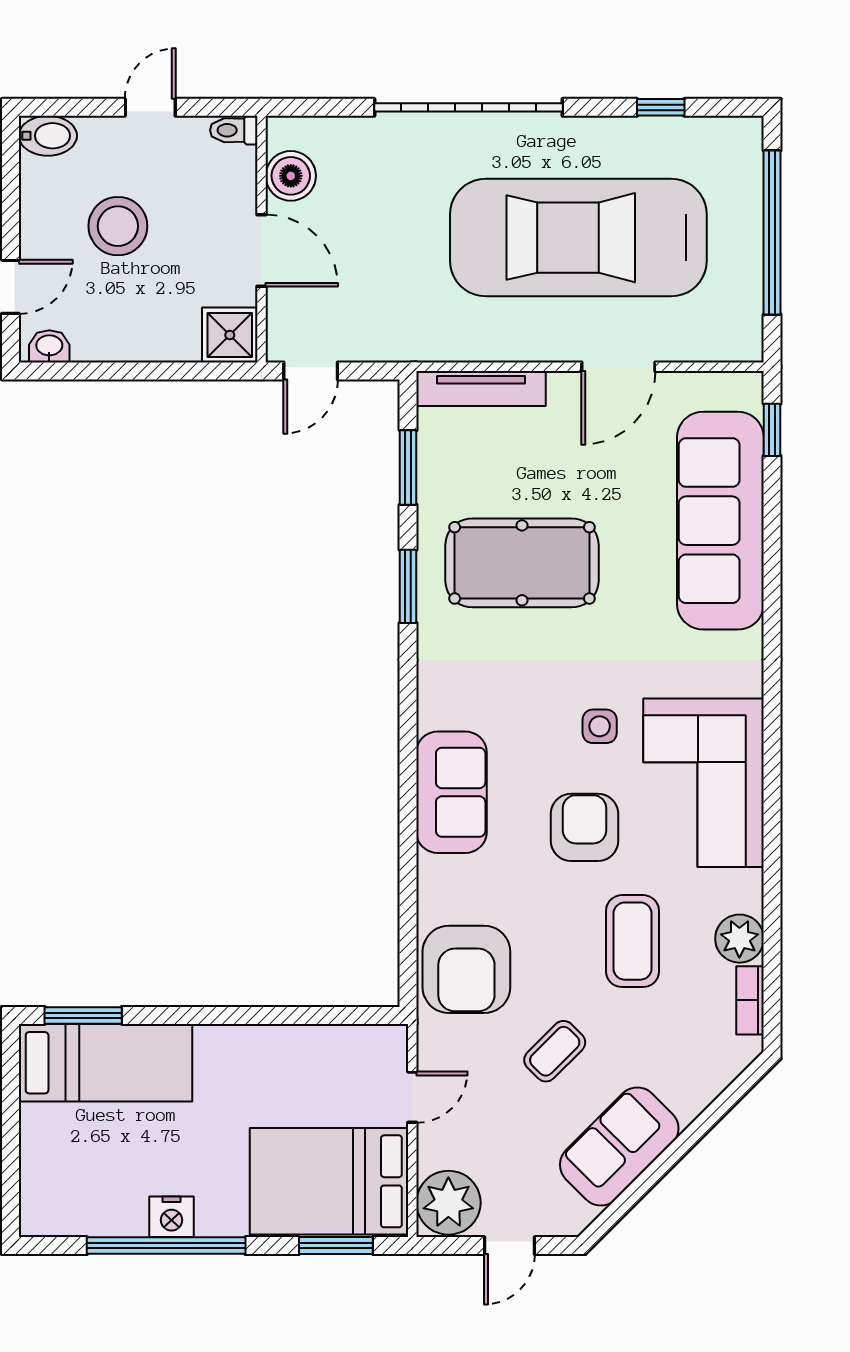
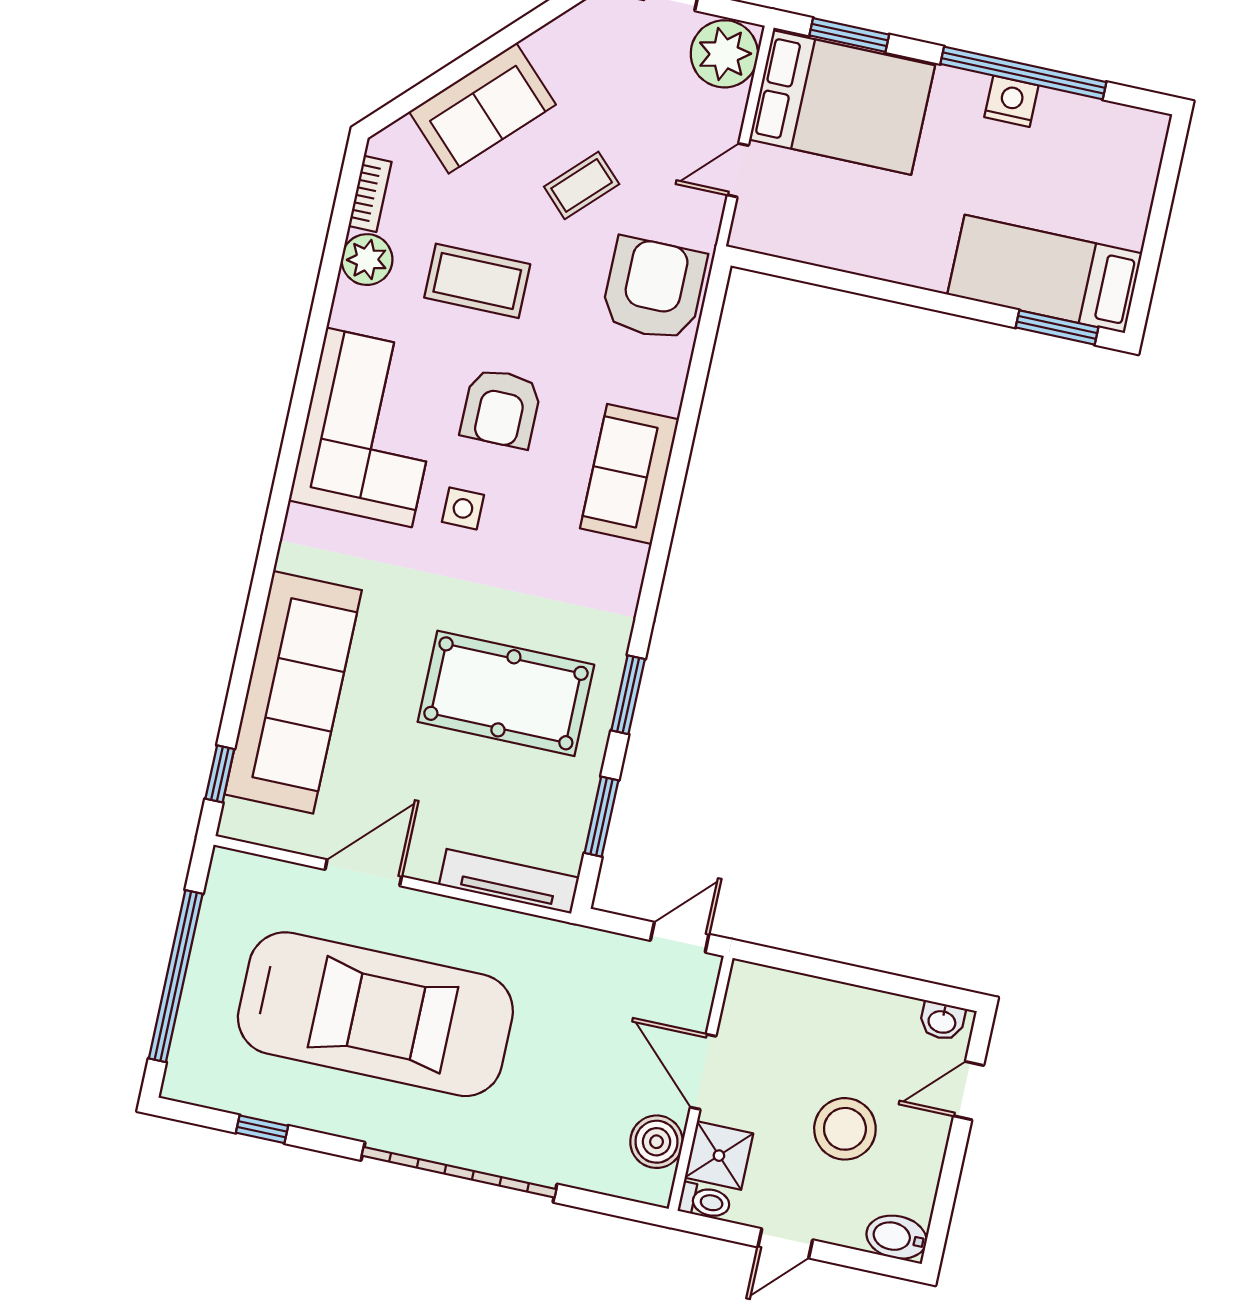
shower: (230, 335) -> (719, 1156), moved
coffee table: (632, 941) -> (477, 281), turned 90
sofa: (619, 1147) -> (482, 108), moved

